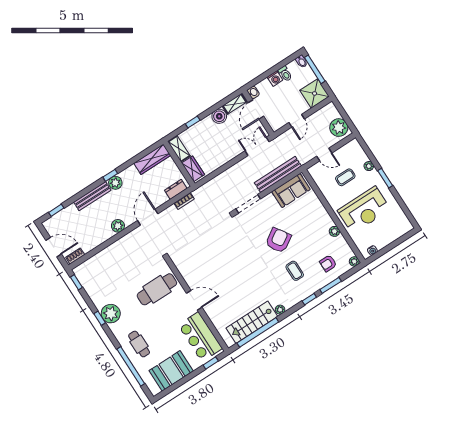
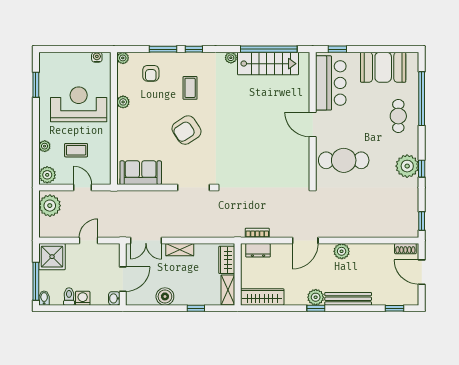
shelving: (235, 104) -> (180, 250), moved
plant: (354, 148) -> (47, 175), added
bench: (278, 174) -> (143, 198), removed
window: (385, 178) -> (36, 85), moved
armchair: (328, 263) -> (151, 73), turned 90

